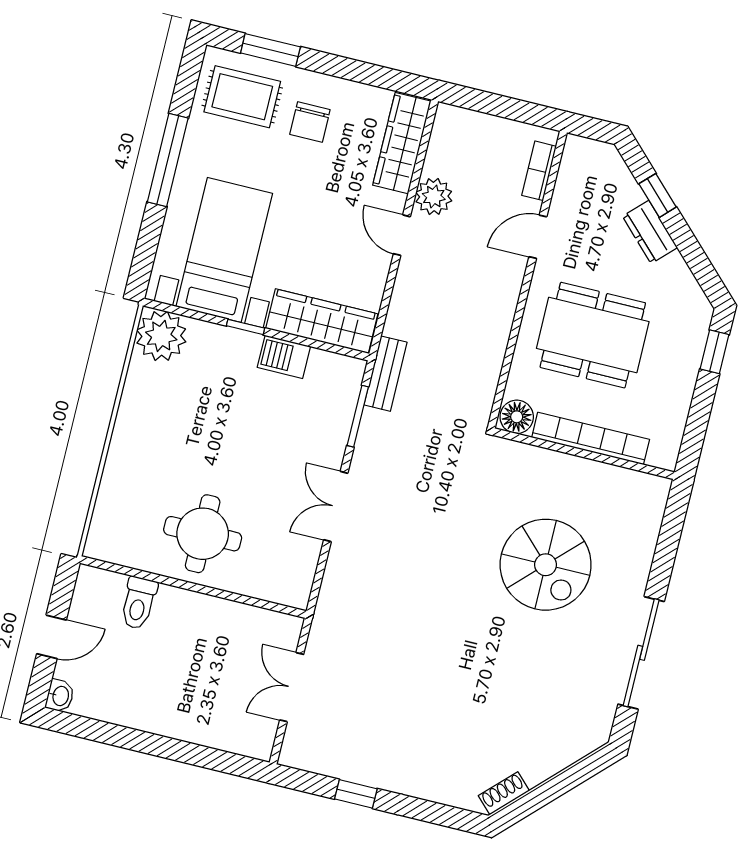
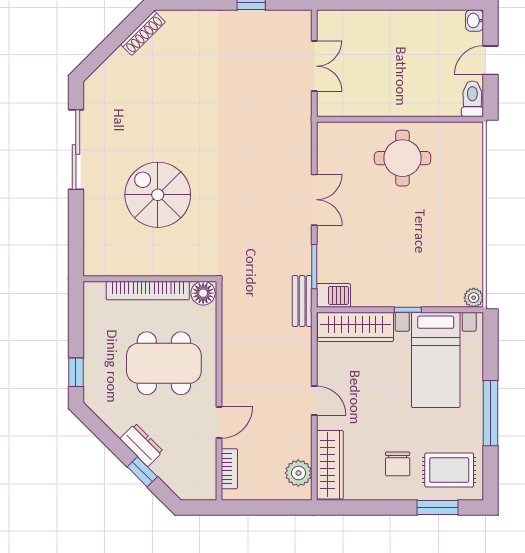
chair: (310, 122) -> (398, 464), turned 180
plant: (434, 197) -> (298, 473), moved
plant: (161, 336) -> (474, 298), width x0.53, depth x0.53
barbecue: (284, 357) -> (333, 295), moved
toilet: (139, 603) -> (472, 99), moved
shoe rack: (504, 793) -> (143, 33), width x1.43

